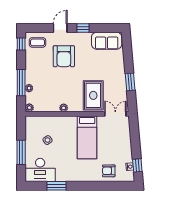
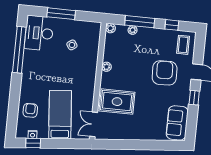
window: (21, 44) -> (172, 25), moved
armchair: (64, 56) -> (165, 73), turned 88
window: (130, 82) -> (128, 145), removed
double door: (115, 114) -> (94, 124), swing flipped
bed: (87, 137) -> (60, 115), moved, turned 85
window: (56, 186) -> (19, 50), width x2.11

